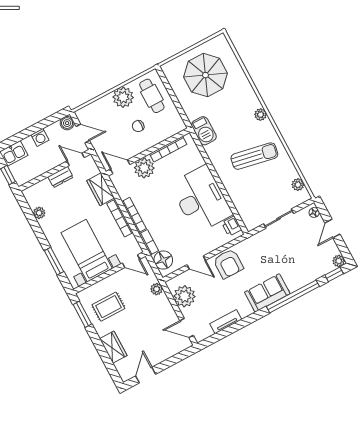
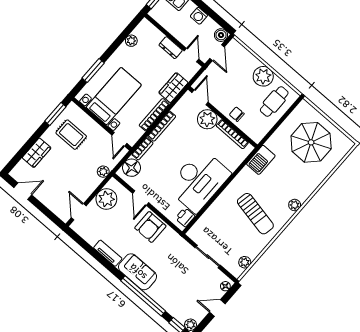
chair: (138, 126) -> (237, 114), moved
tv unit: (226, 322) -> (108, 253), moved

